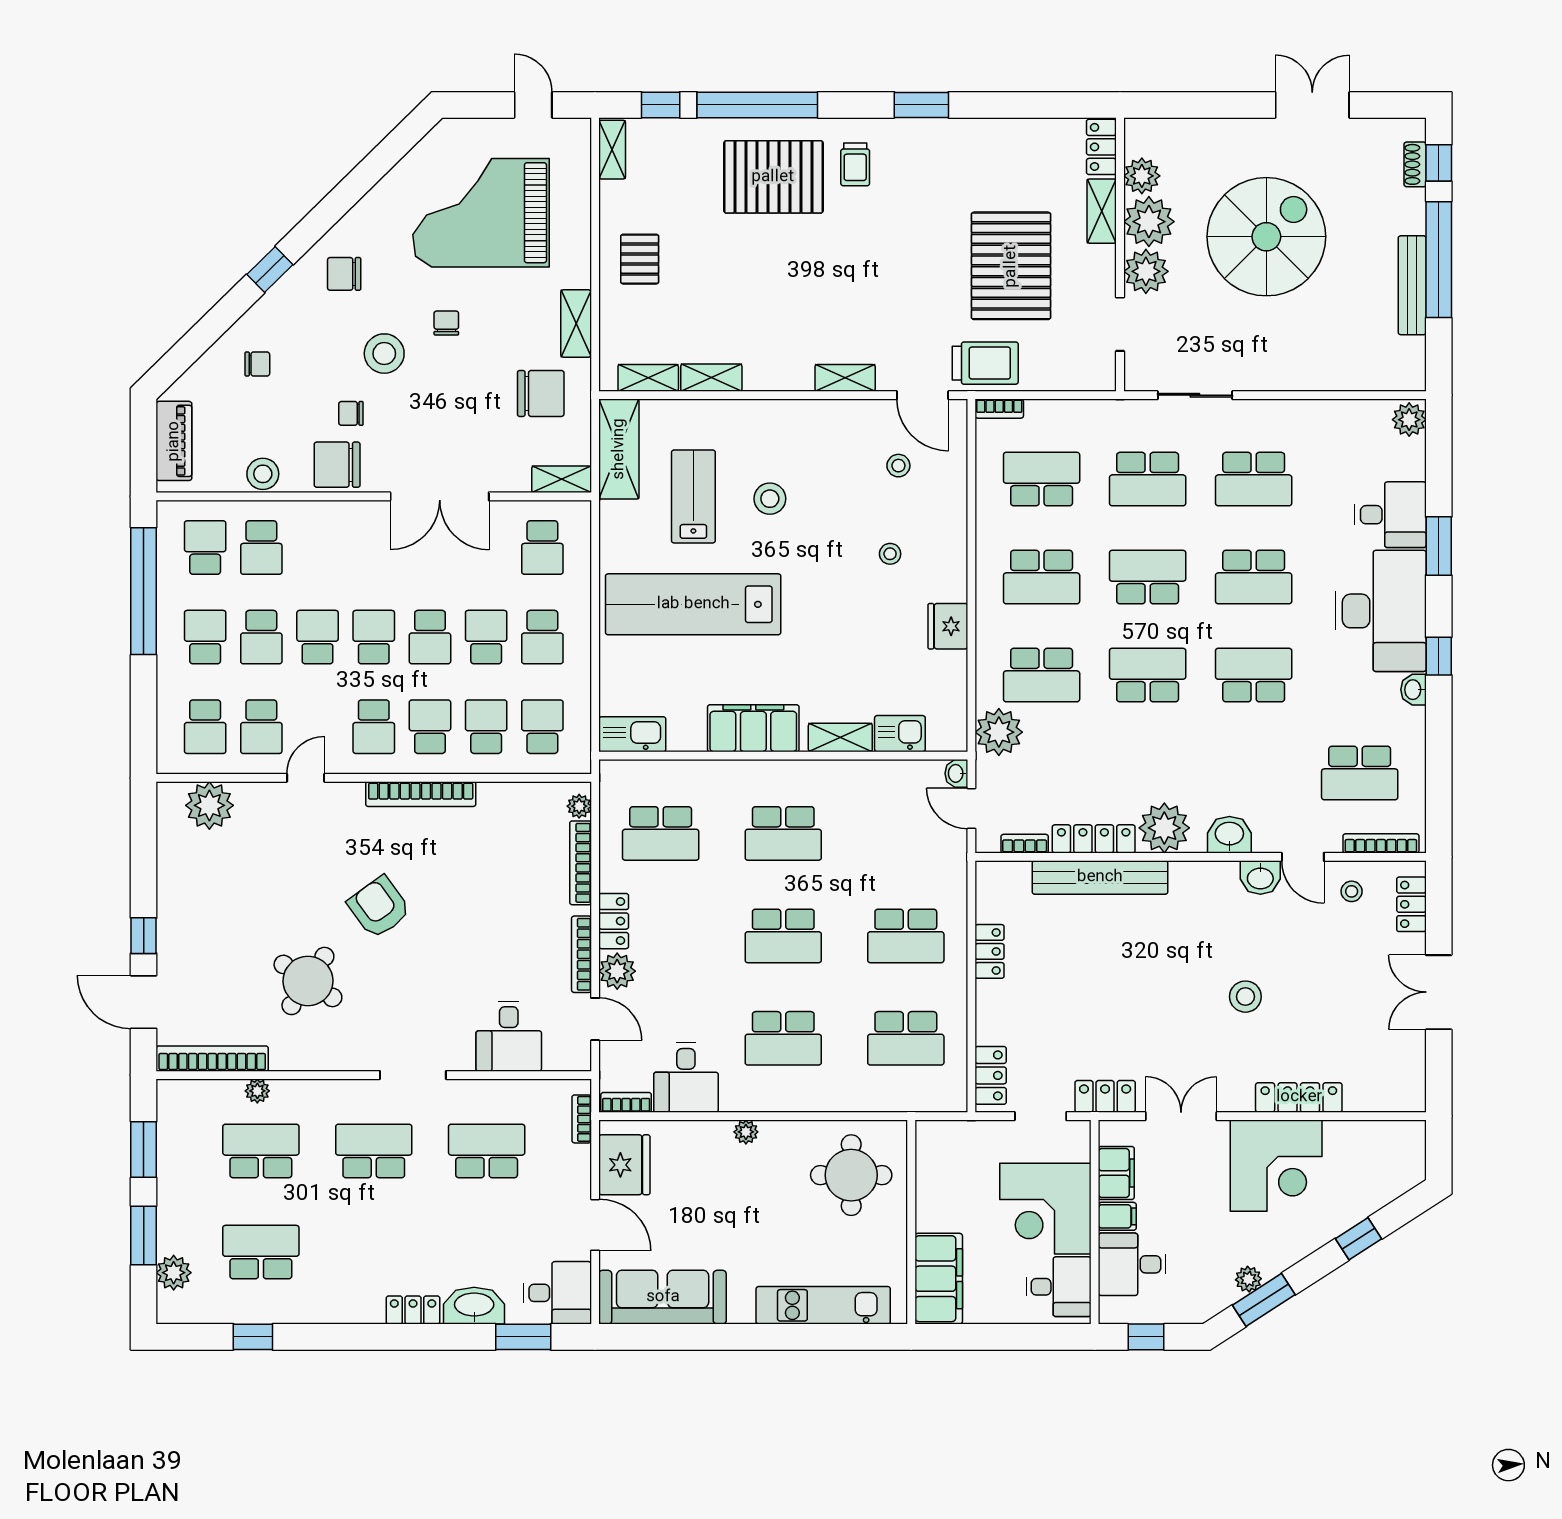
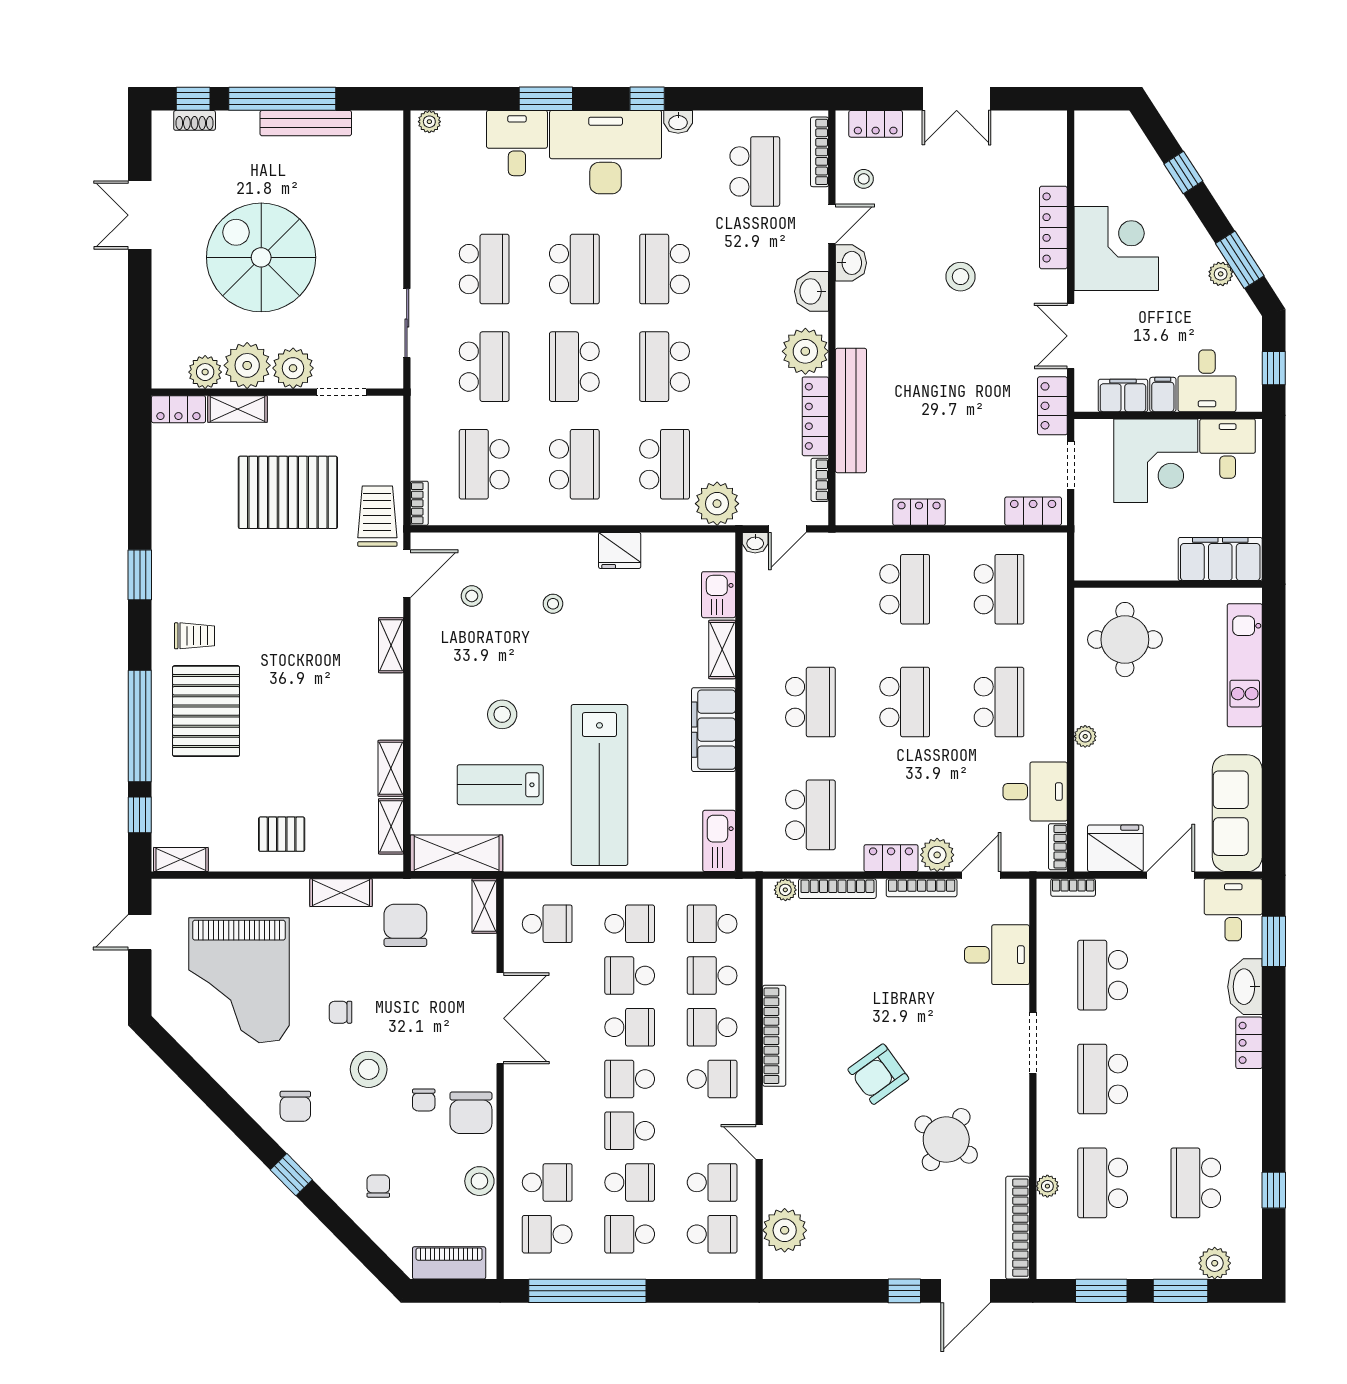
plant: (1409, 420) -> (429, 122), width x0.73, depth x0.73

